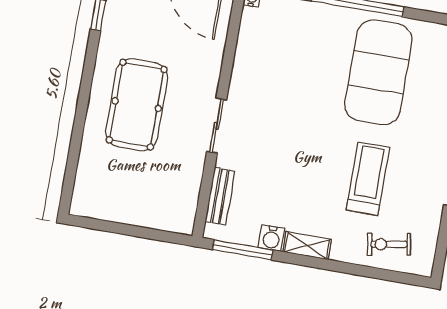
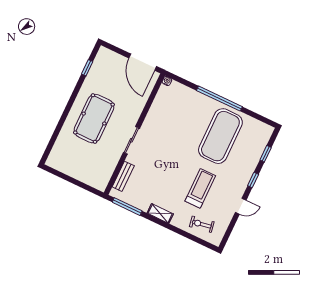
water cooler: (271, 238) -> (143, 205), removed

